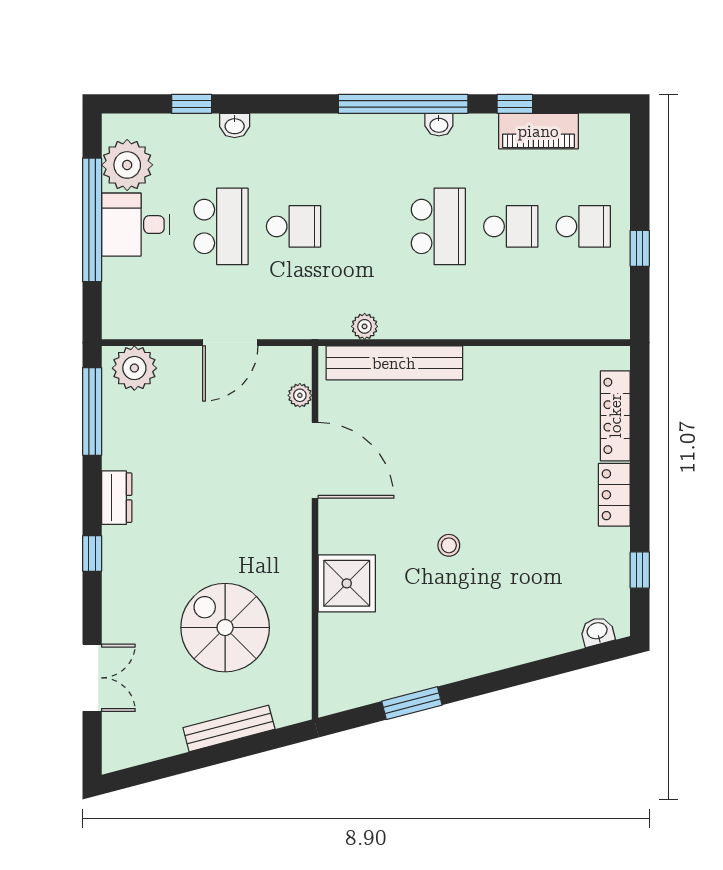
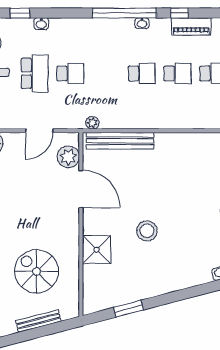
school desk: (438, 226) -> (142, 73), width x0.54
plant: (365, 326) -> (92, 123), moved
plant: (300, 395) -> (68, 157), width x1.88, depth x1.88
stool: (449, 545) -> (147, 231), width x1.89, depth x1.89

